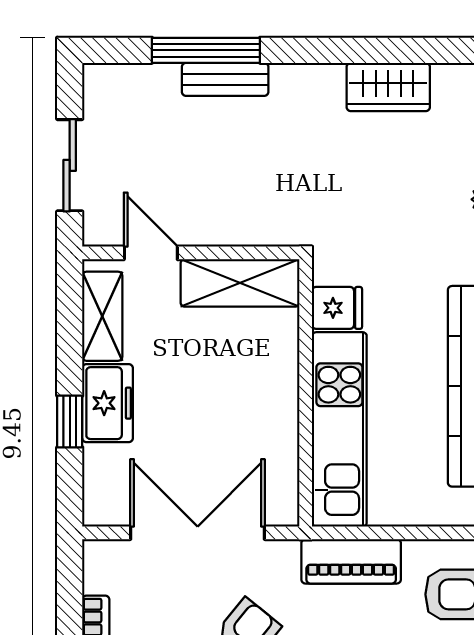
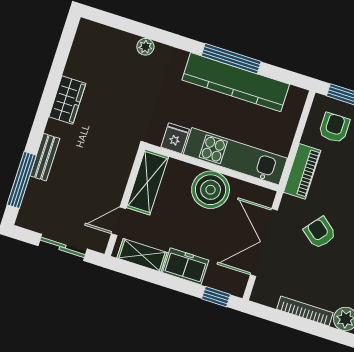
window: (206, 50) -> (22, 180), moved
wardrobe: (388, 87) -> (67, 100), moved
boiler: (263, 404) -> (211, 190), added
window: (70, 422) -> (216, 297), moved

